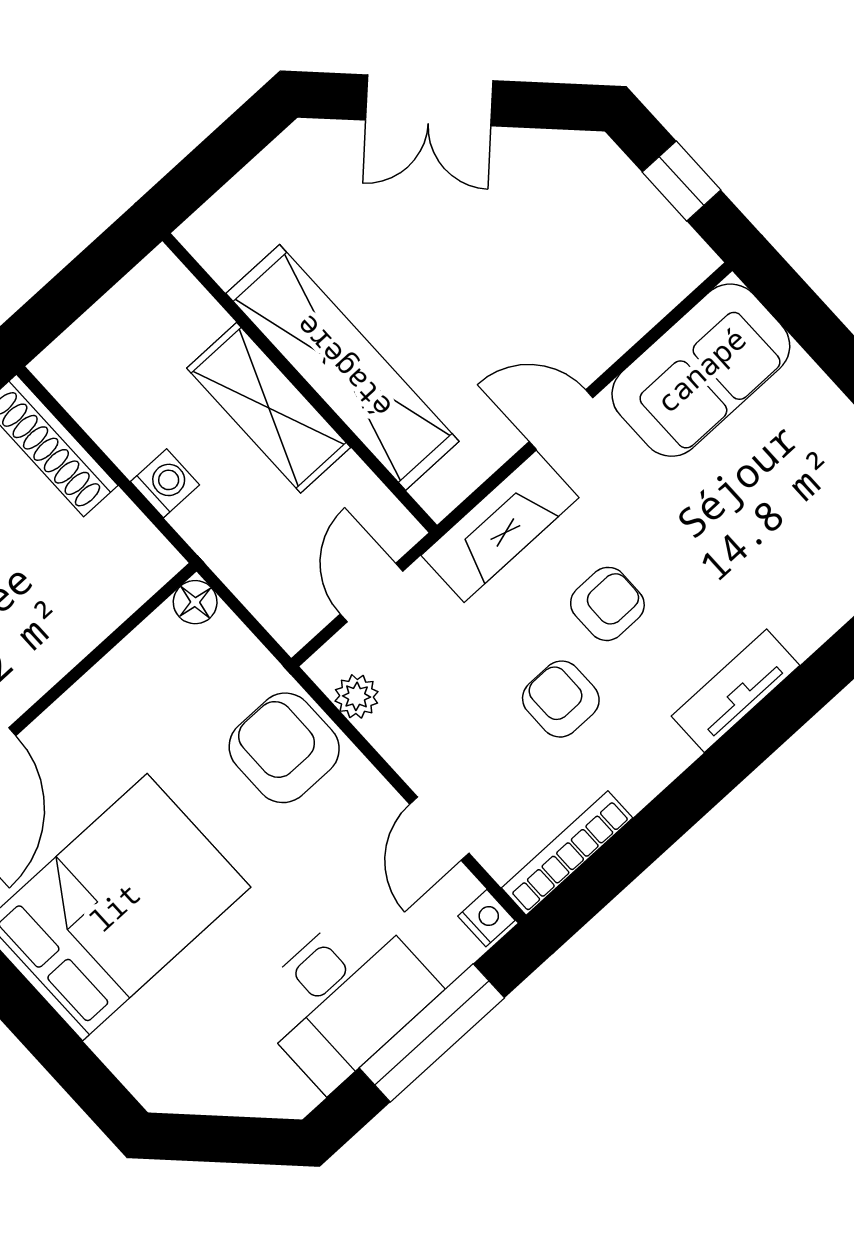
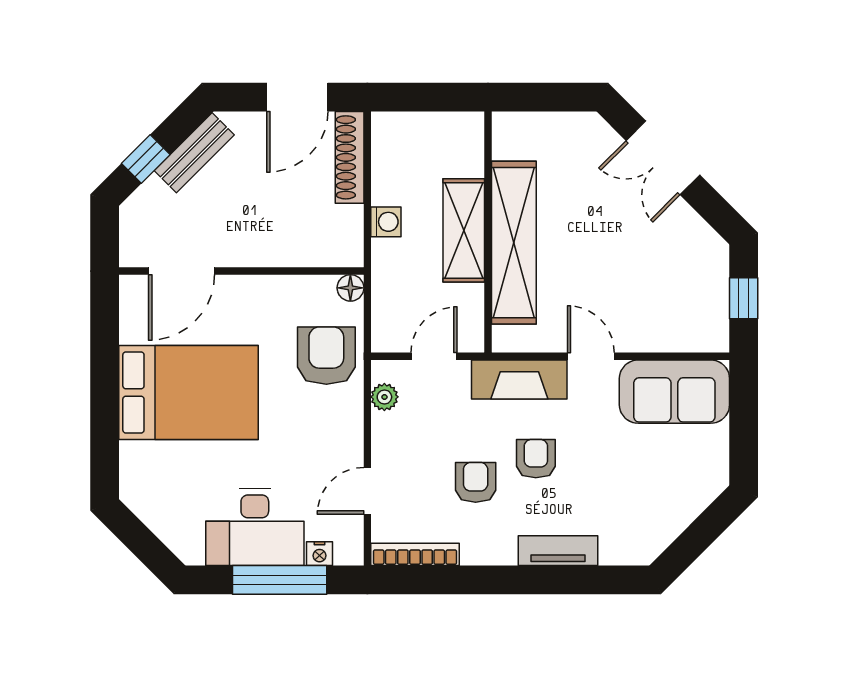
armchair: (607, 604) -> (536, 459), turned -90
armchair: (284, 748) -> (326, 356), moved
nightstand: (486, 918) -> (319, 554), moved, turned 90

